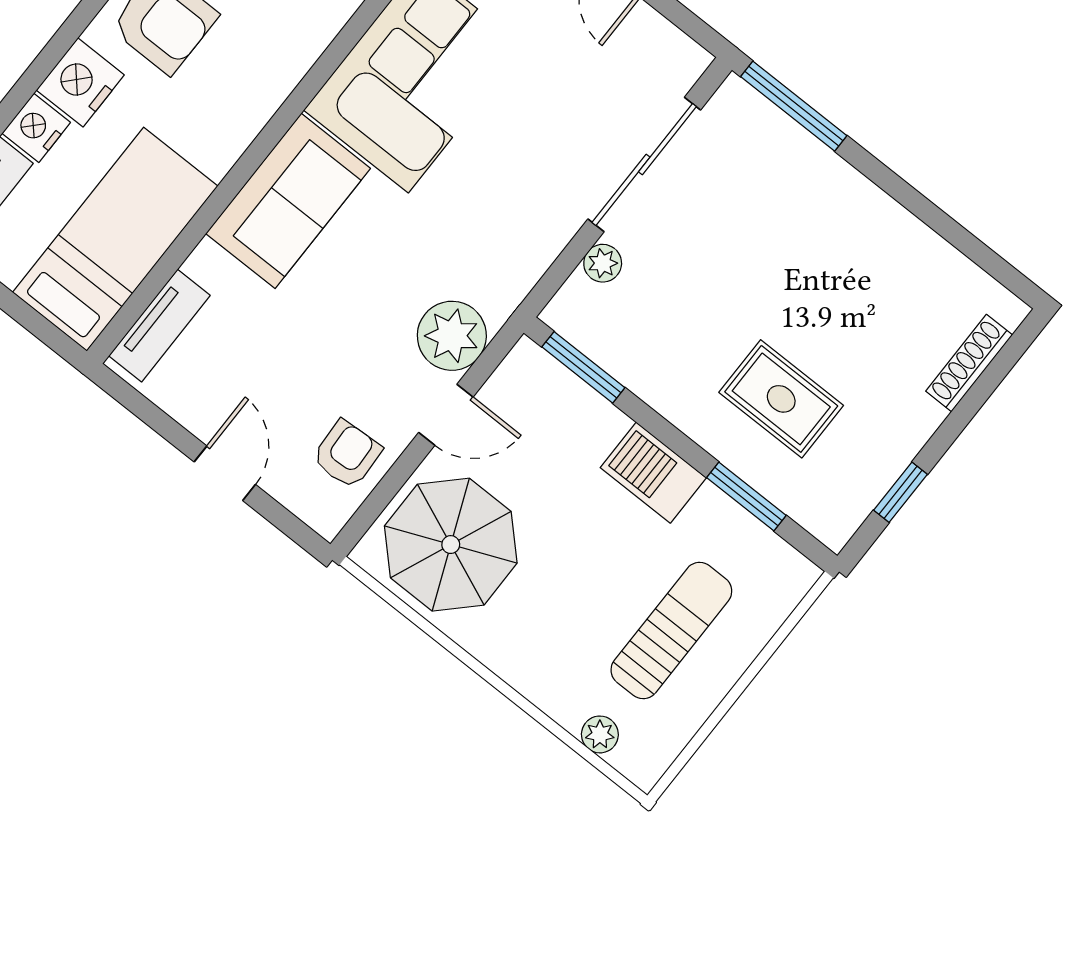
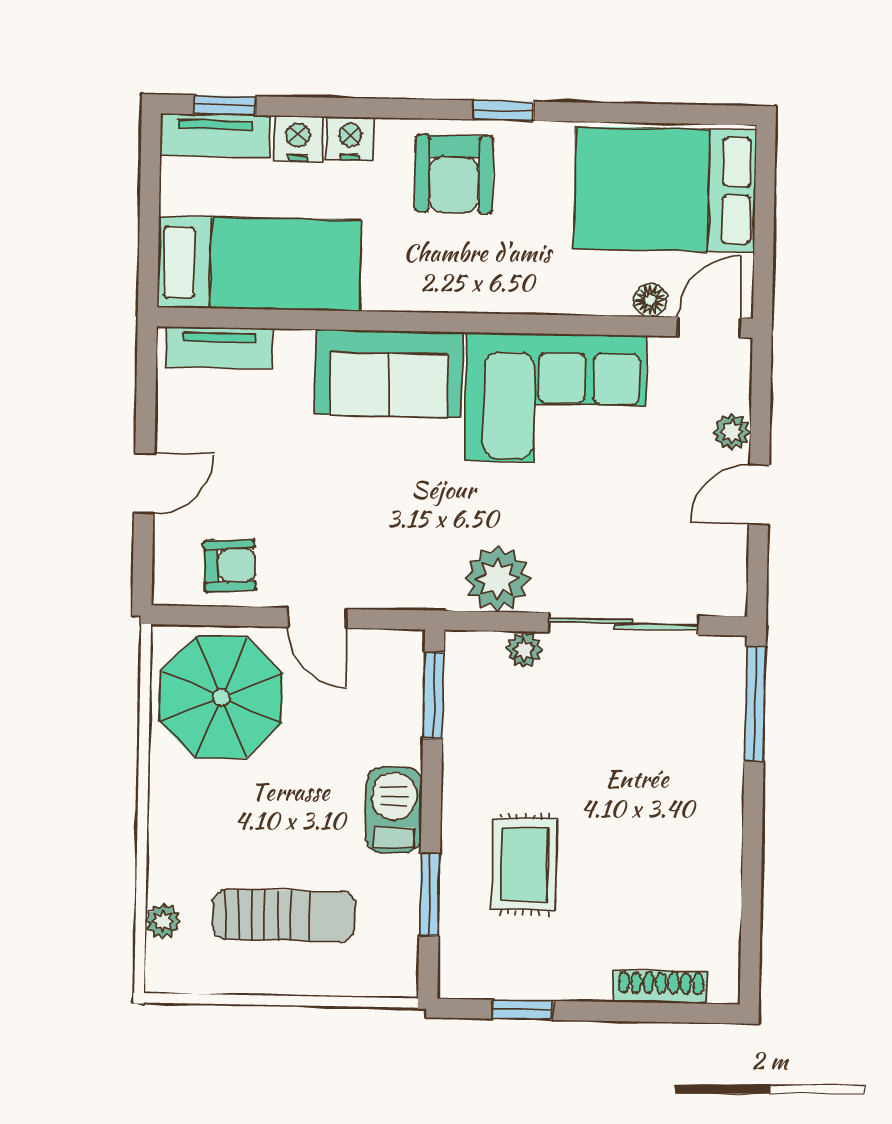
nightstand: (80, 82) -> (350, 139), width x0.74, depth x0.75
plant: (452, 336) -> (498, 579), moved

